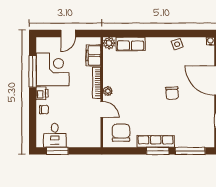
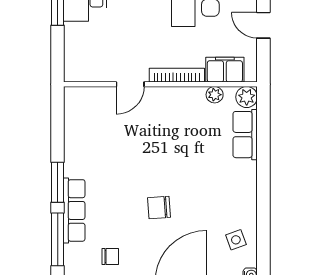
side table: (177, 44) -> (236, 240), moved
plant: (108, 91) -> (215, 95), moved
chair: (121, 133) -> (110, 257), moved, width x0.54, depth x0.54
row of seats: (156, 141) -> (74, 210), moved

